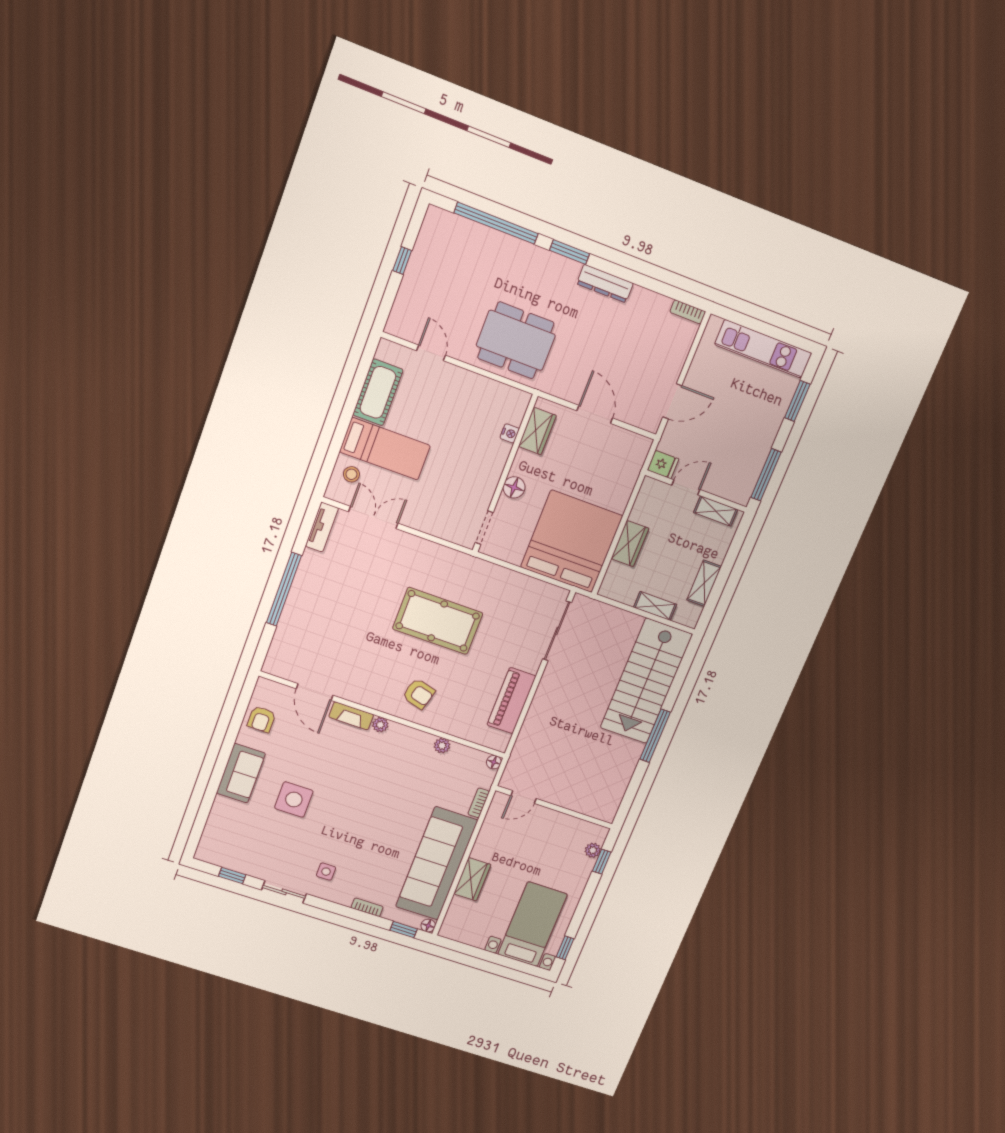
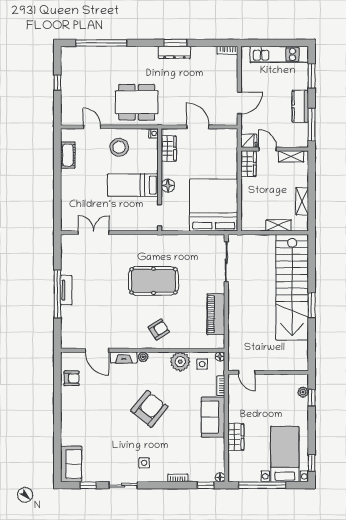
window: (570, 252) -> (175, 43), moved
cot: (378, 392) -> (68, 155), width x0.73, depth x0.75
nightstand: (510, 433) -> (153, 133), moved
kitchen counter: (761, 441) -> (300, 106), added
bed: (385, 449) -> (133, 185), moved, turned 180
stool: (351, 474) -> (119, 147), moved, width x1.89, depth x1.89
door: (686, 487) -> (268, 149), hinge flipped
tv unit: (322, 527) -> (66, 290), moved
wardrobe: (630, 544) -> (248, 164), moved
stairs: (646, 681) -> (292, 287), width x1.36
armchair: (419, 694) -> (159, 329), turned -47
armchair: (261, 719) -> (72, 378), turned -90
window: (655, 736) -> (312, 305), width x0.69
plant: (442, 746) -> (180, 362), width x1.88, depth x1.88
sofa: (241, 773) -> (71, 464), moved
door: (524, 797) -> (247, 372), hinge flipped
side table: (294, 799) -> (202, 364), moved, width x0.54, depth x0.54
armchair: (362, 800) -> (149, 409), added
sofa: (437, 864) -> (213, 417), width x0.54, depth x0.79
window: (484, 955) -> (262, 485), added

